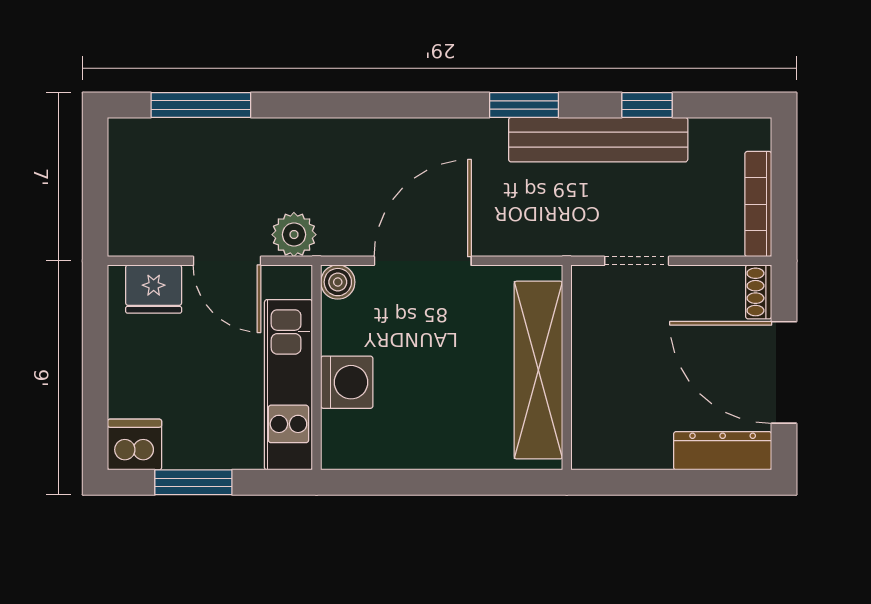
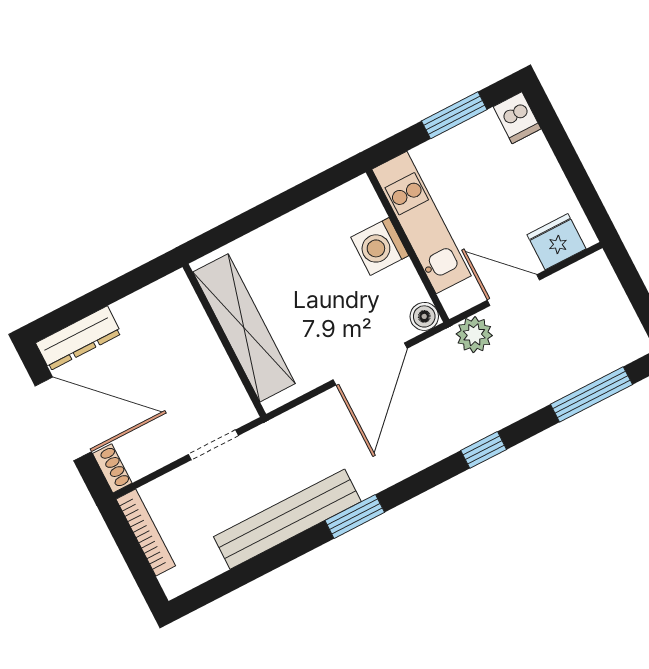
window: (647, 105) -> (484, 450), moved
dishwasher: (135, 445) -> (517, 118), width x0.73

